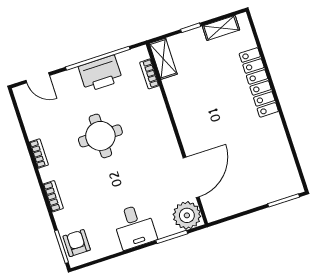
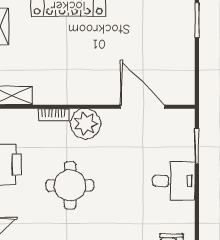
bookcase: (149, 74) -> (54, 115), moved
plant: (187, 215) -> (86, 124), moved

